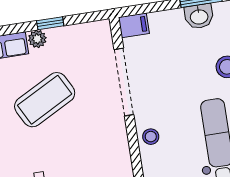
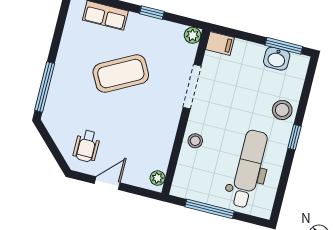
plant: (37, 39) -> (193, 35), moved
doorway: (124, 82) -> (192, 87), width x0.73

